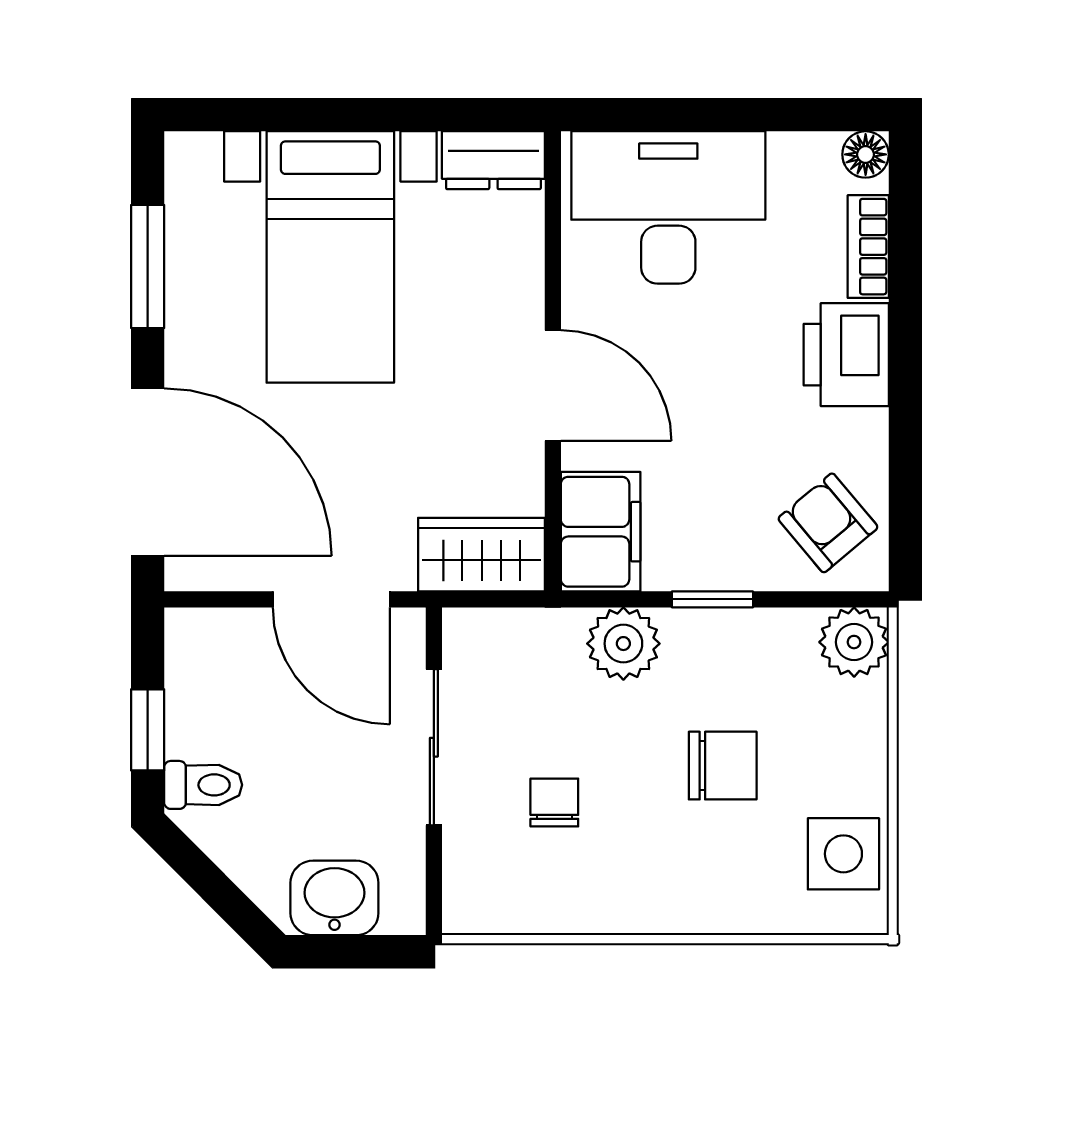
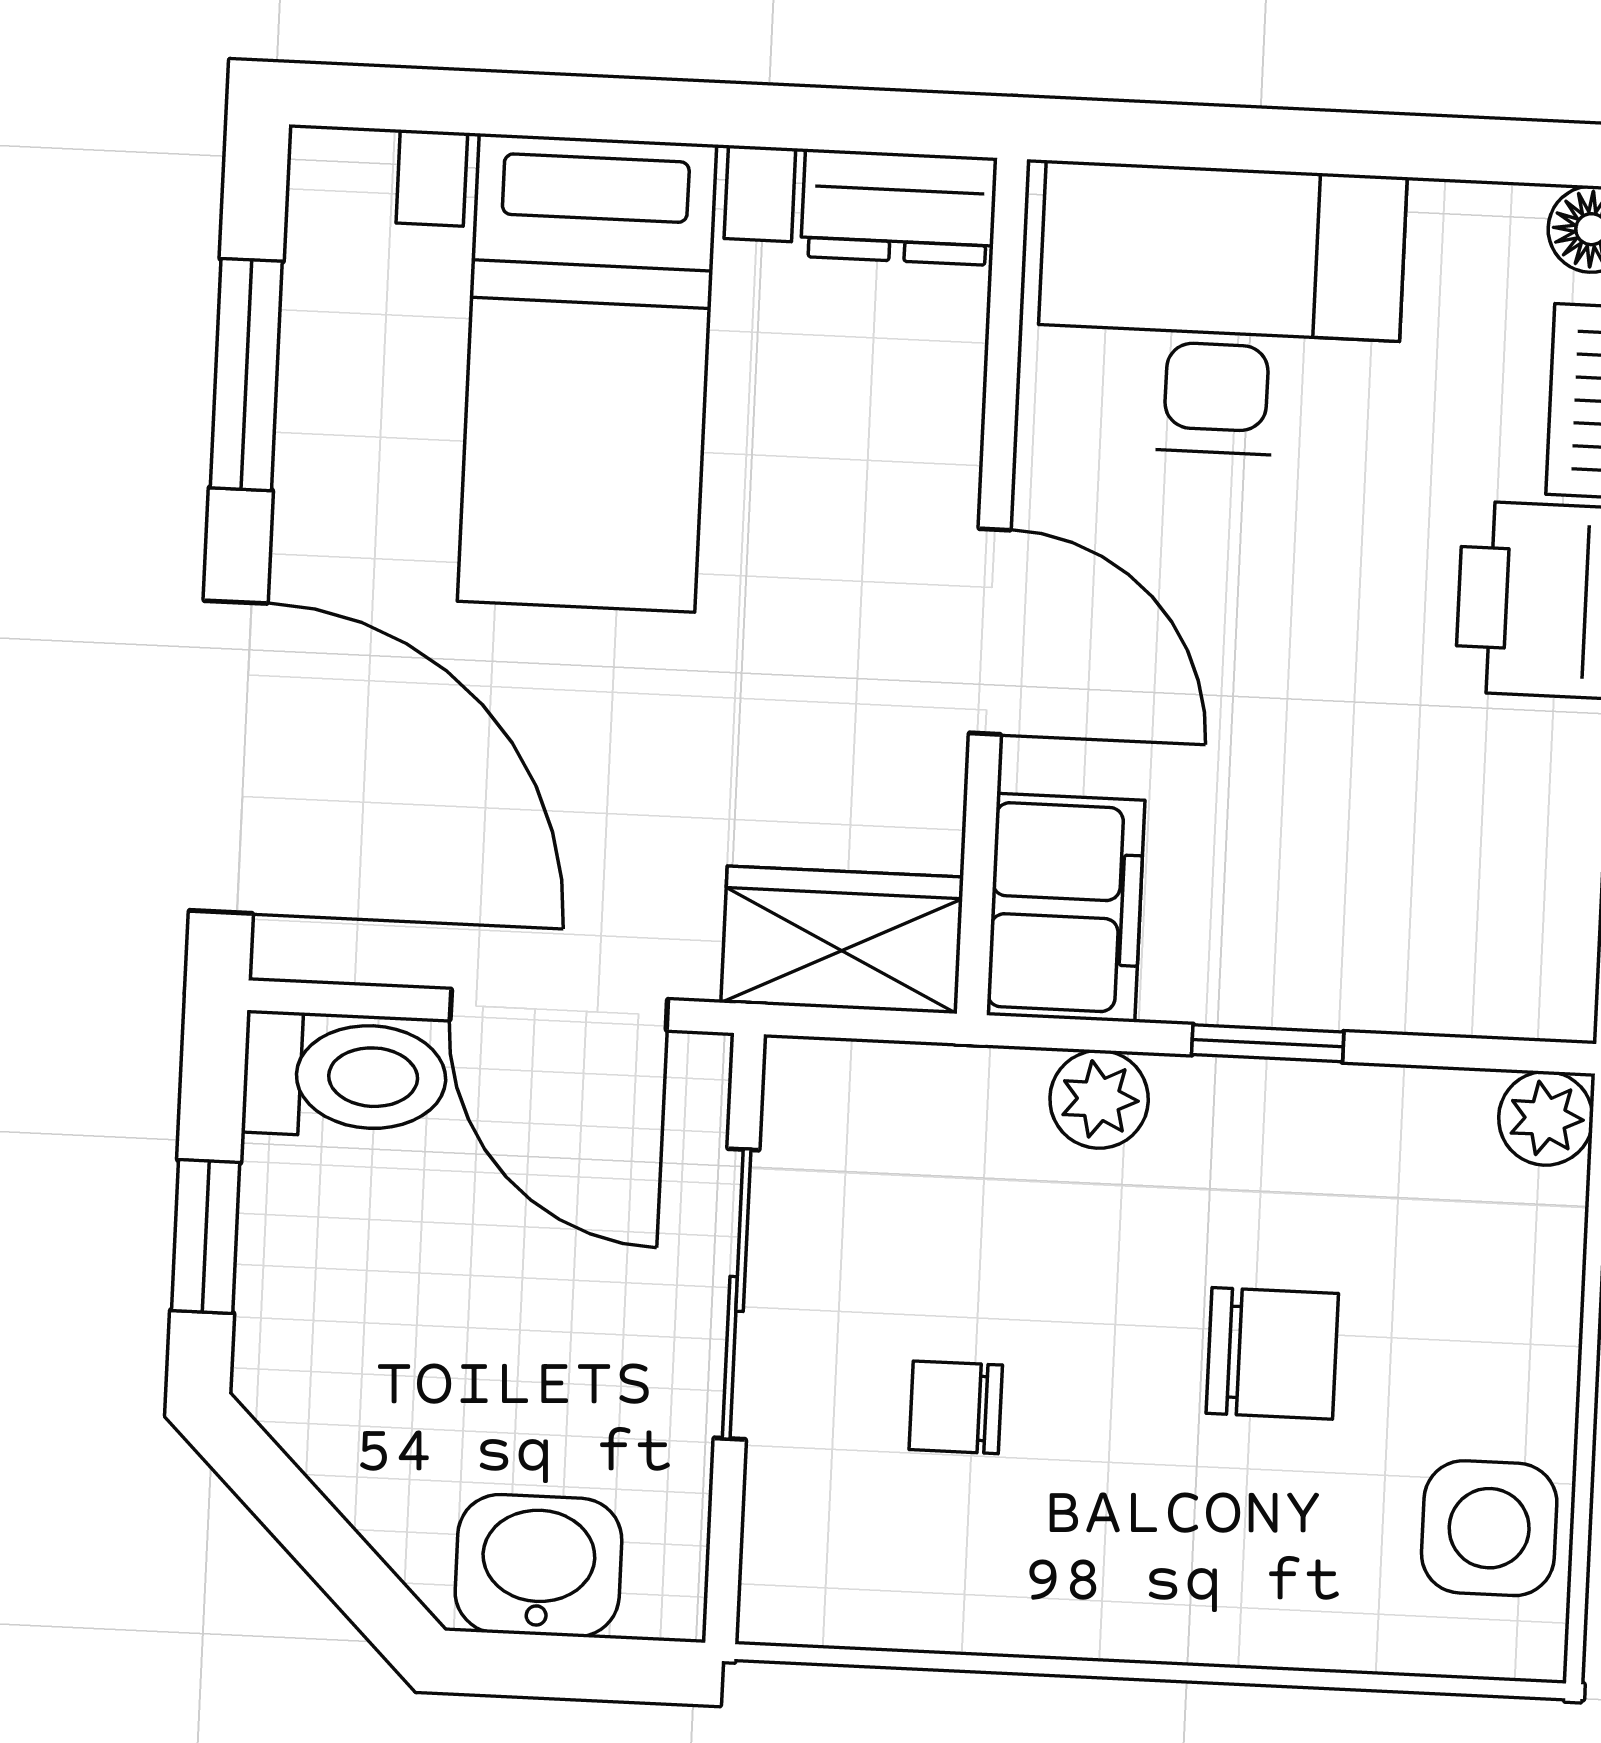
armchair: (828, 523) -> (1489, 911), removed
plant: (854, 642) -> (1546, 1118), width x0.73, depth x0.73
plant: (623, 644) -> (1099, 1099), width x0.73, depth x0.73
toilet: (203, 785) -> (345, 1076), moved, width x1.37, depth x1.39
chair: (554, 803) -> (956, 1407), turned -90

